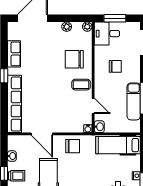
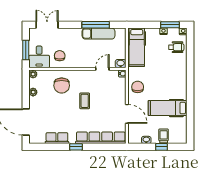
chair: (115, 66) -> (60, 56), moved
coffee table: (81, 85) -> (85, 101), moved
door: (42, 134) -> (127, 114), hinge flipped

